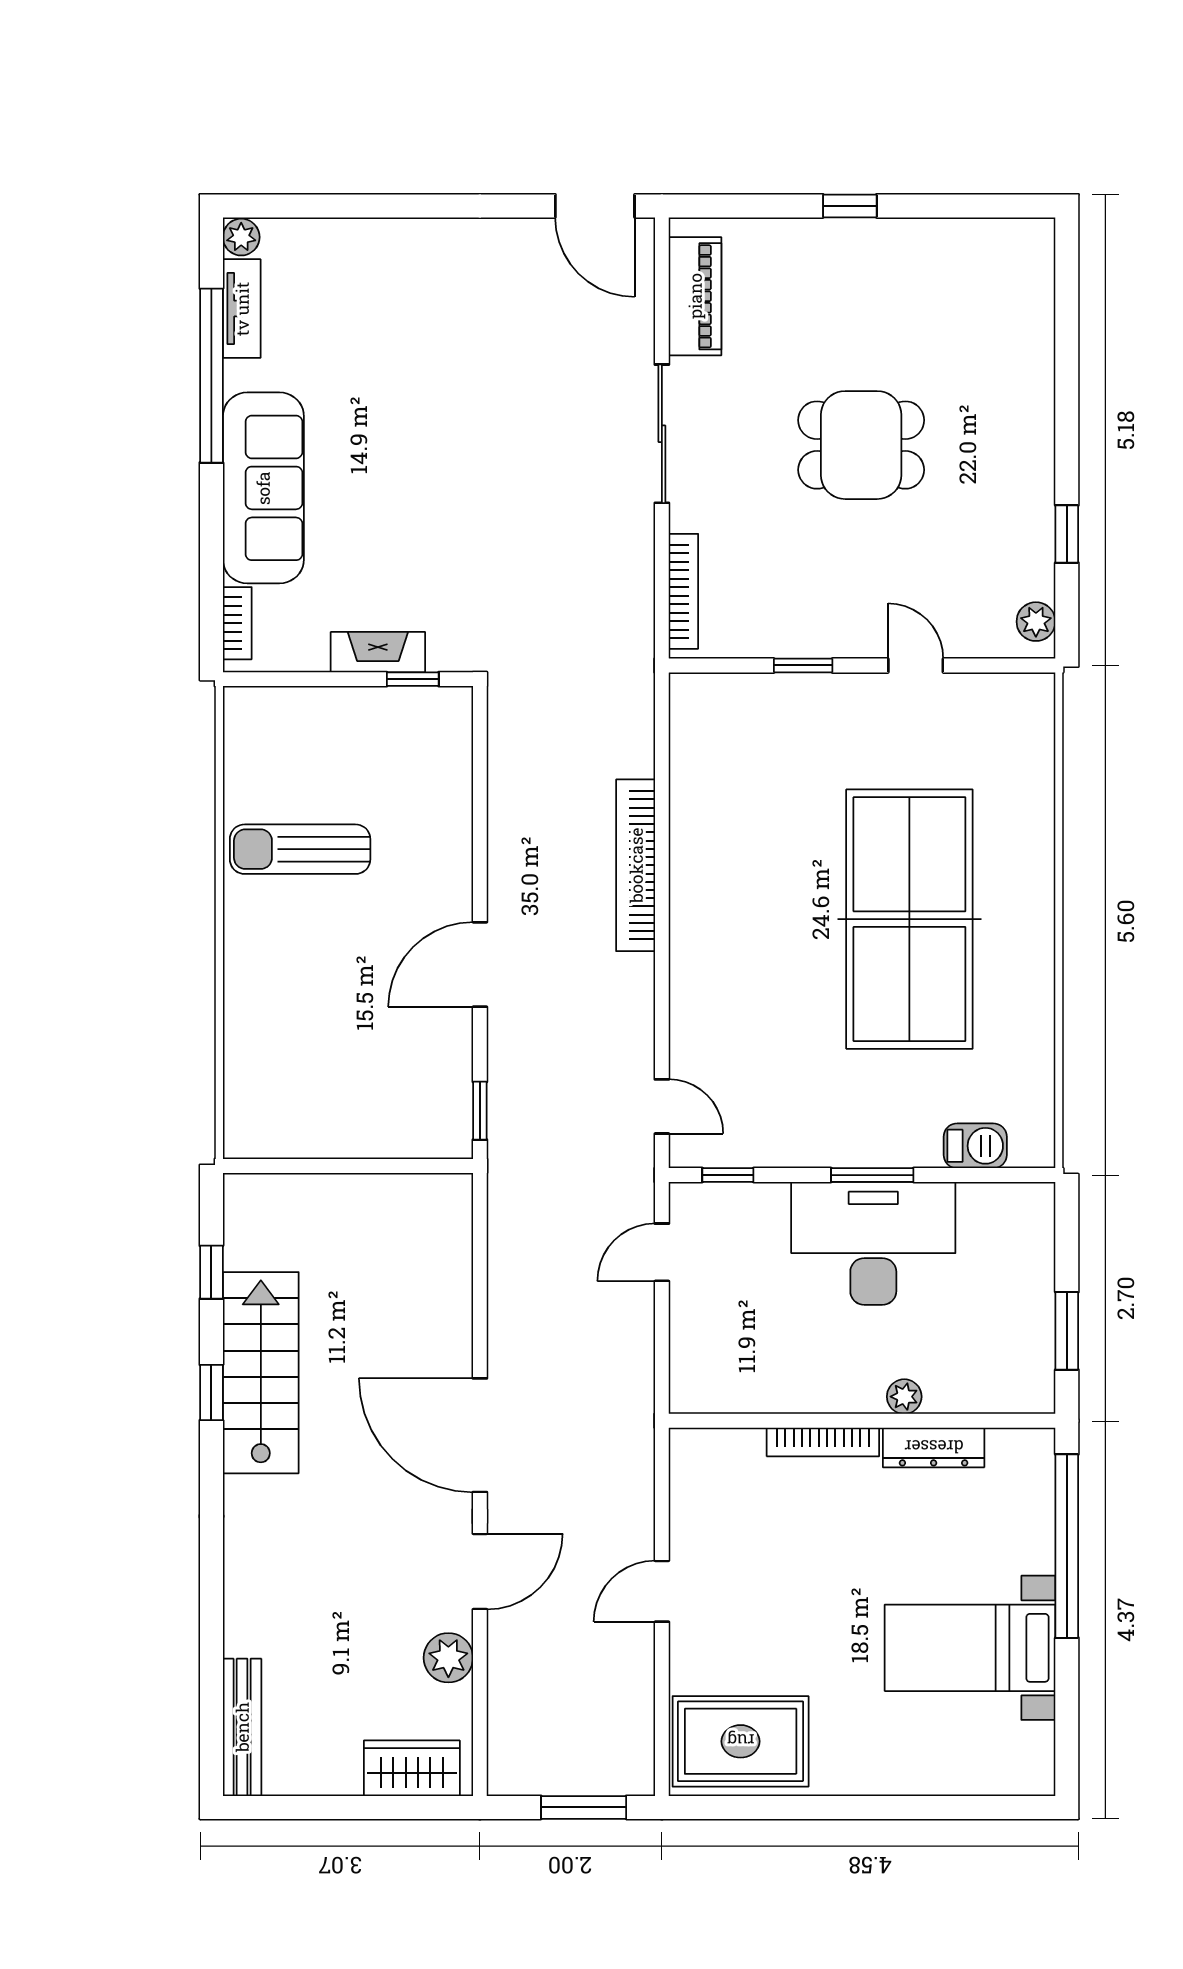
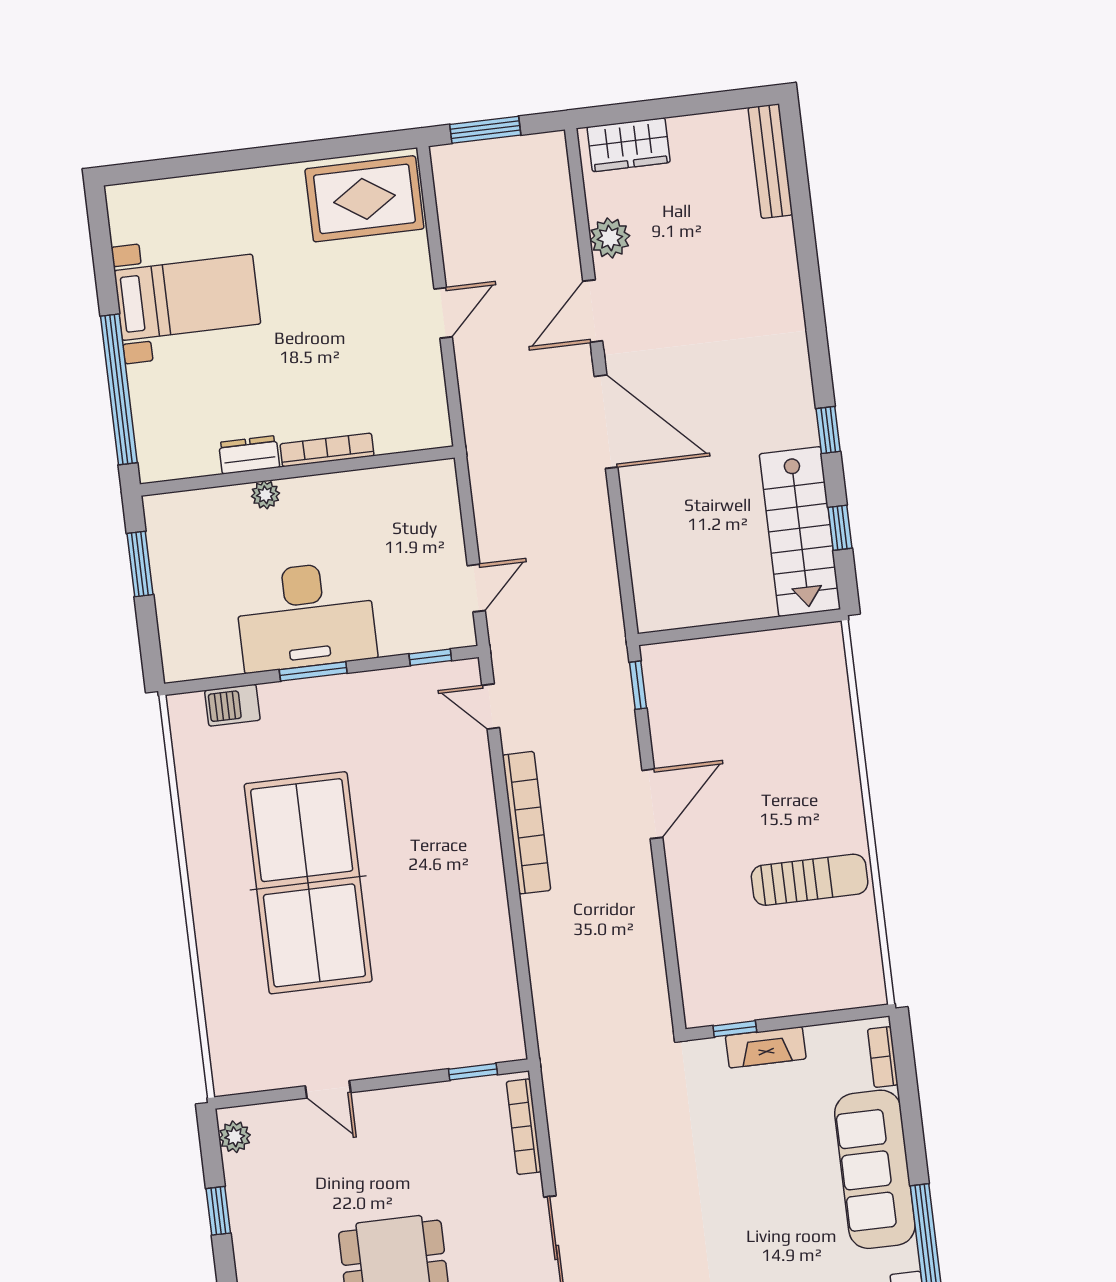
window: (803, 665) -> (473, 1072), moved
bookcase: (636, 865) -> (526, 823), moved
stairs: (261, 1373) -> (800, 532), moved
dresser: (934, 1447) -> (249, 455), width x0.70

